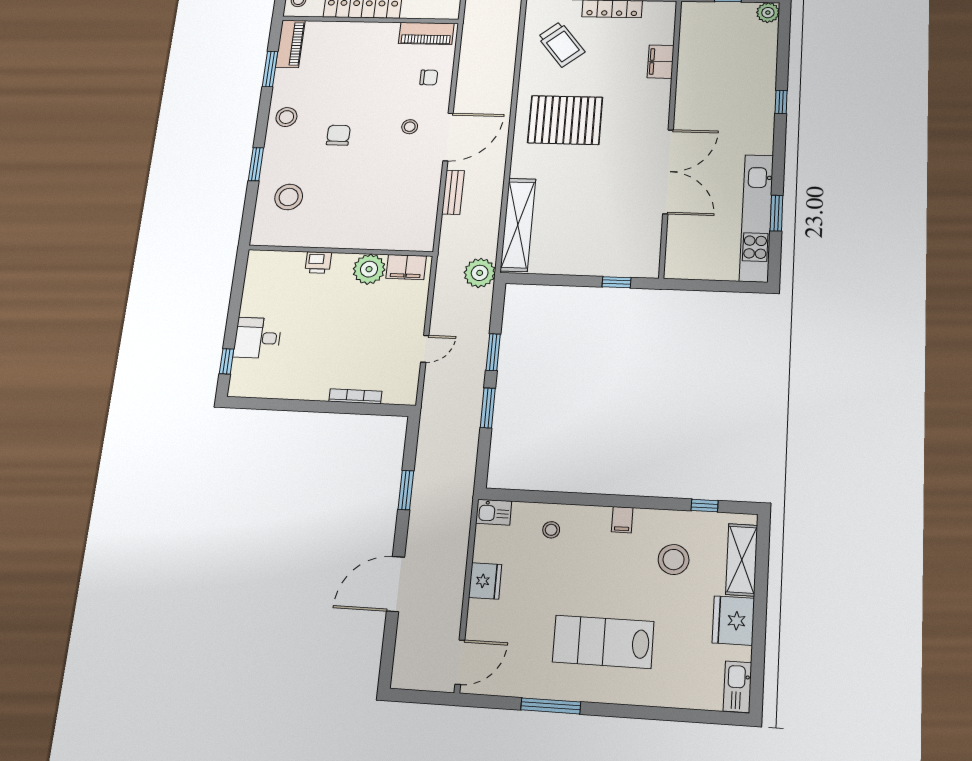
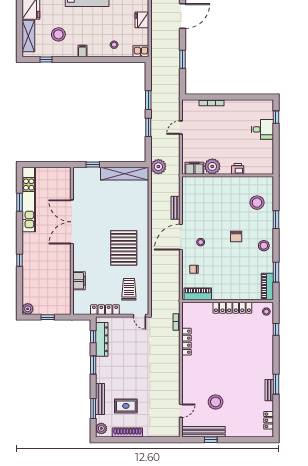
trolley: (561, 44) -> (129, 289), turned 39
pallet: (565, 120) -> (124, 248), turned 90
shelving: (518, 225) -> (125, 174), moved, turned 90

